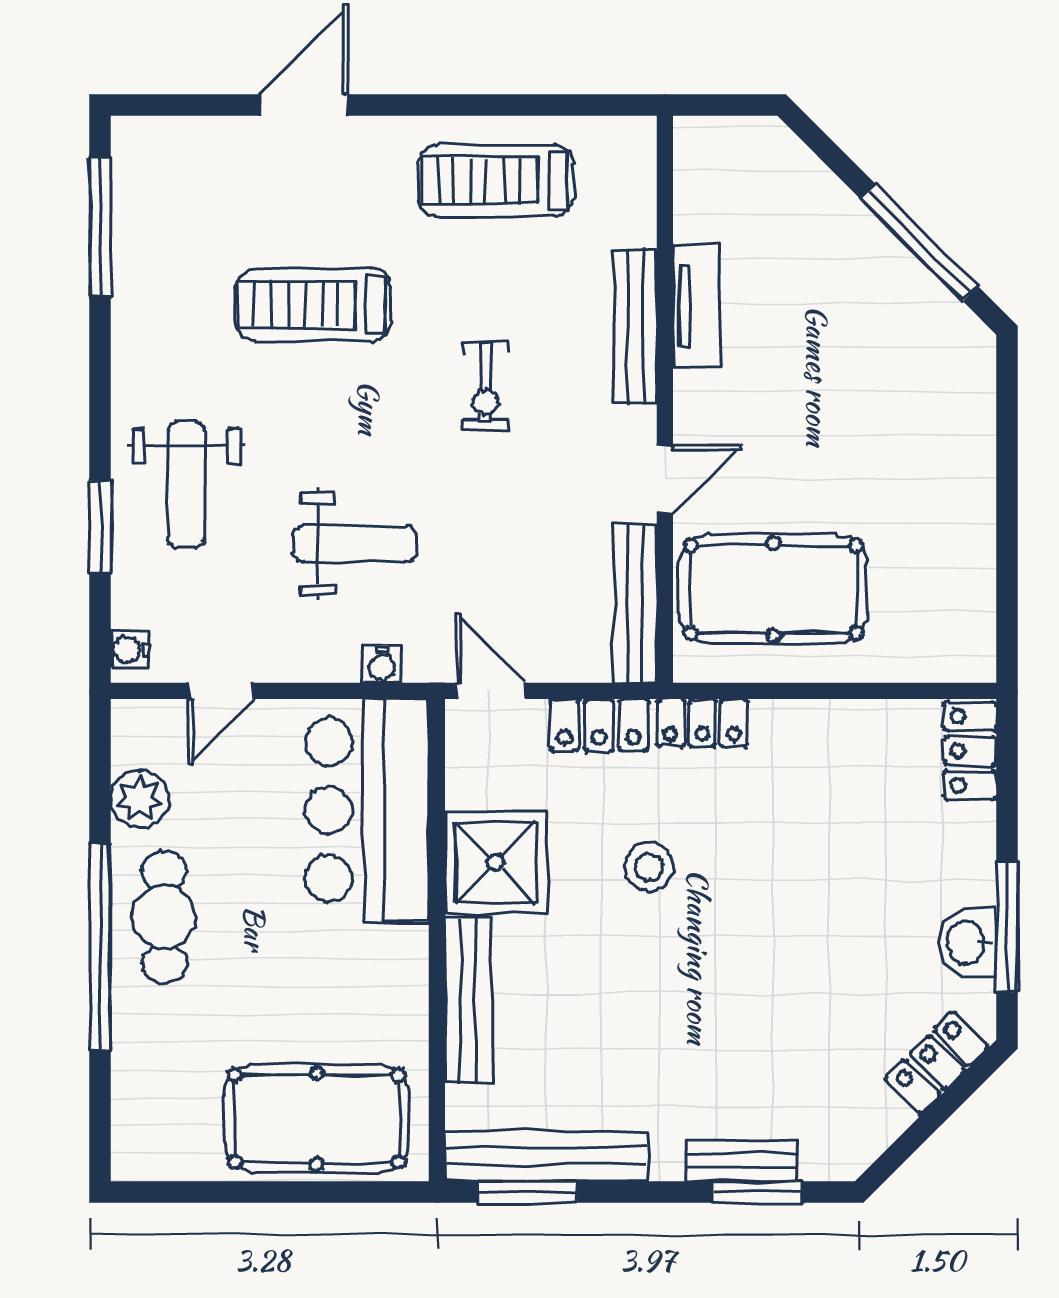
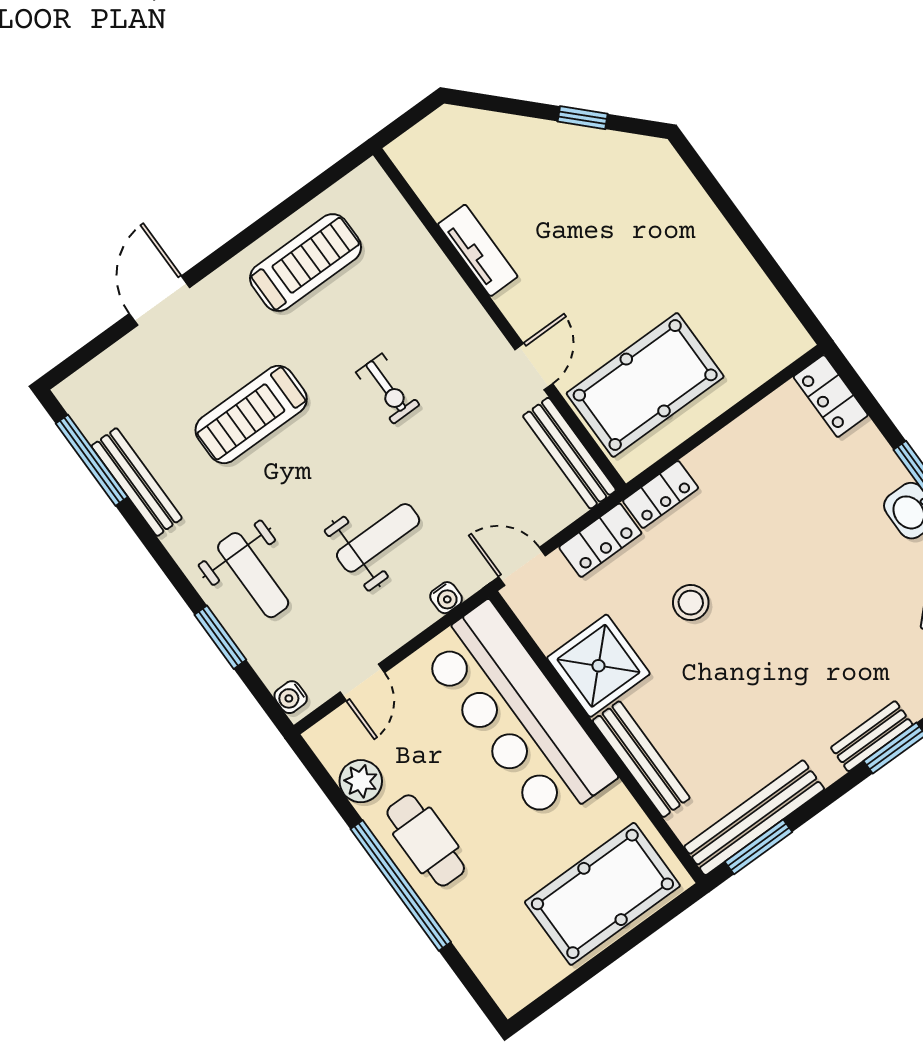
treadmill: (496, 180) -> (306, 263), turned 180
window: (919, 243) -> (583, 118), width x0.46
bench: (635, 327) -> (137, 482), moved
bar counter: (367, 810) -> (517, 714), width x1.36

